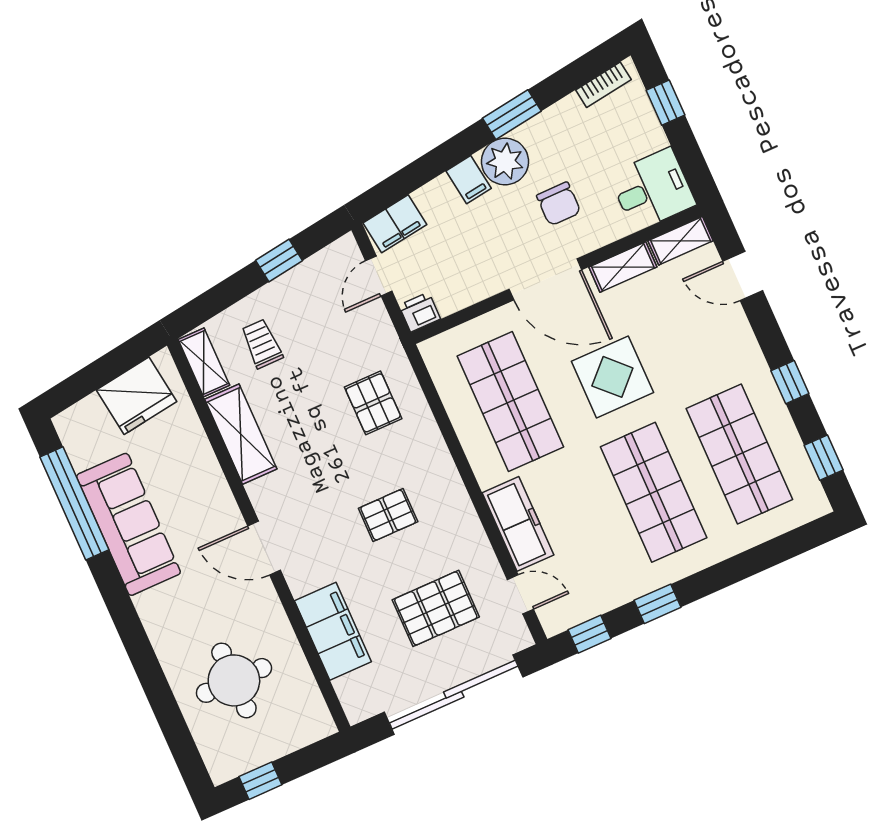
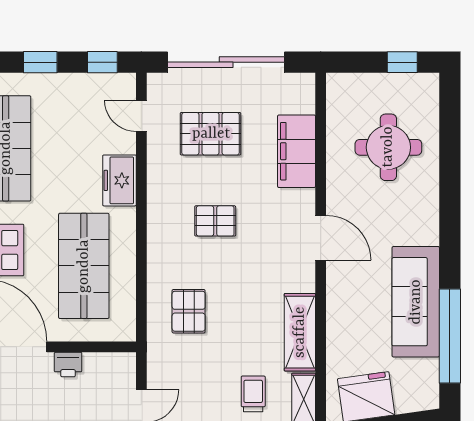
printer: (420, 312) -> (68, 365), moved
trolley: (262, 344) -> (253, 394), turned 180
freezer: (518, 524) -> (119, 180), width x0.71

